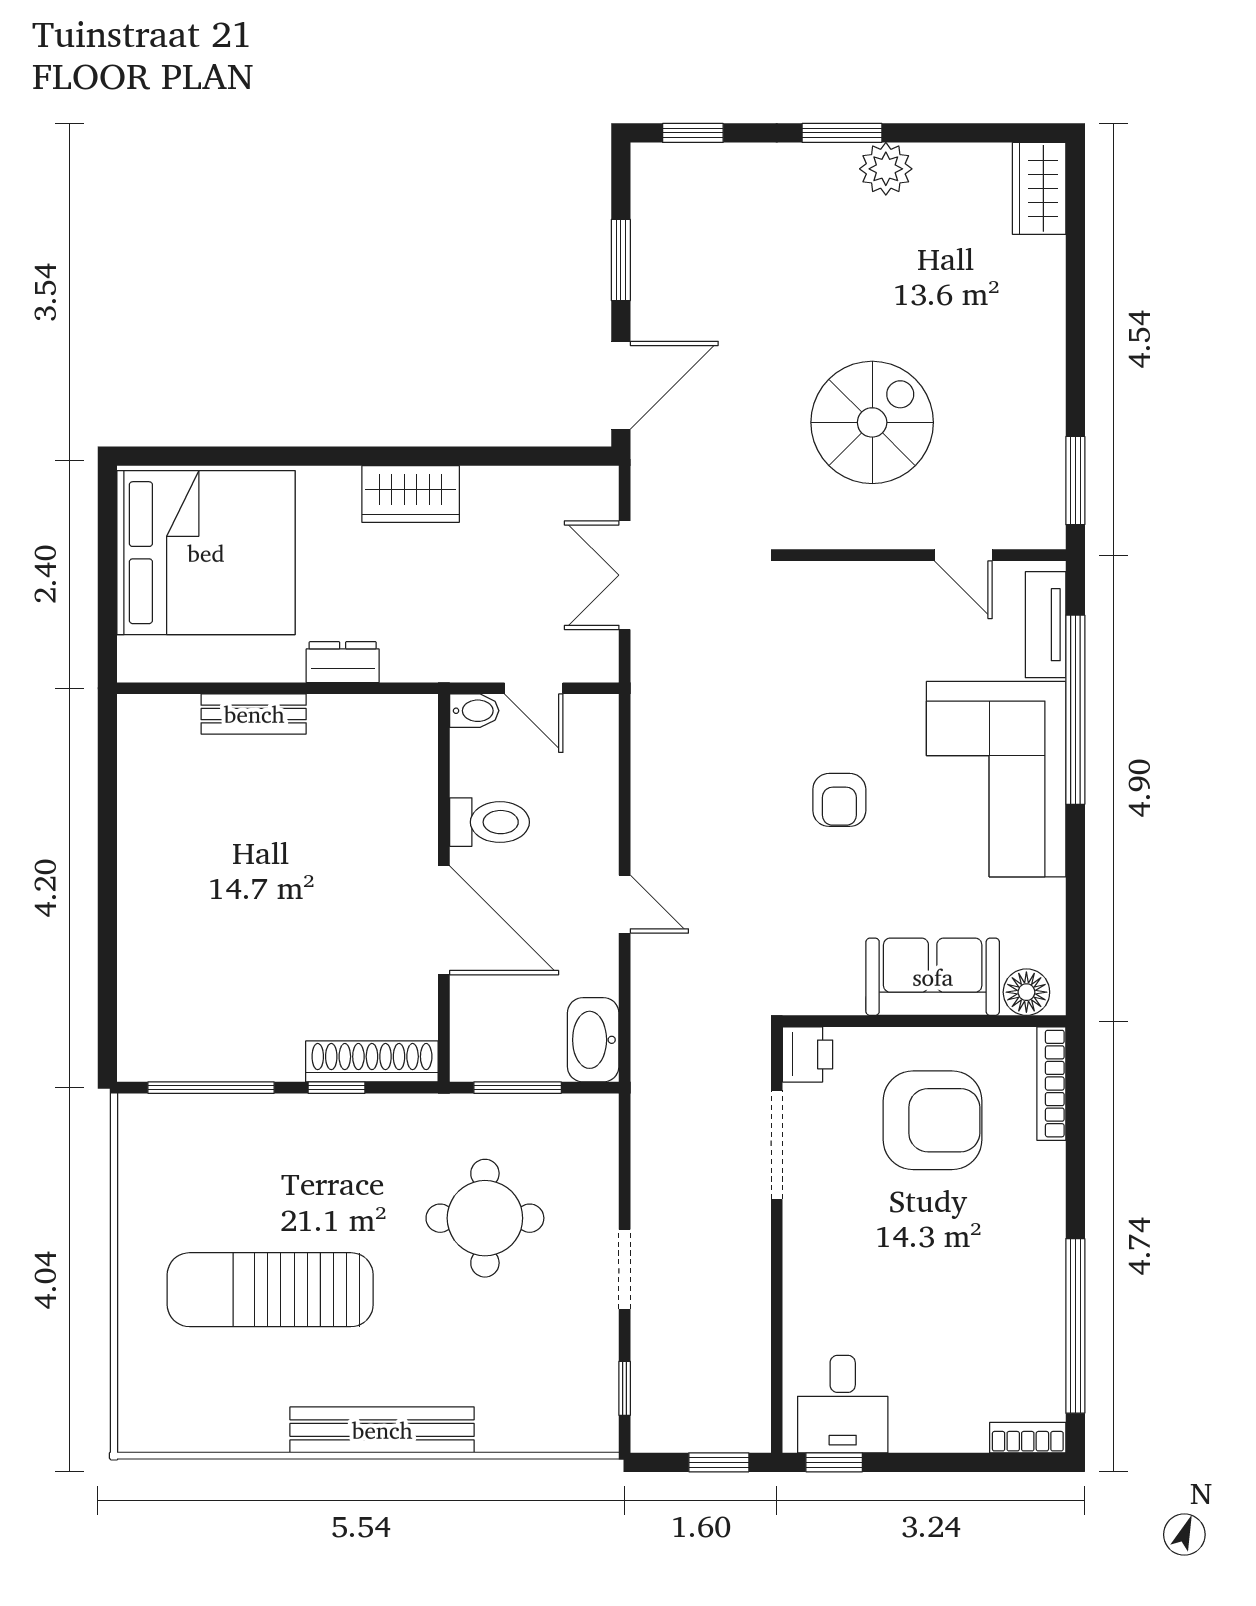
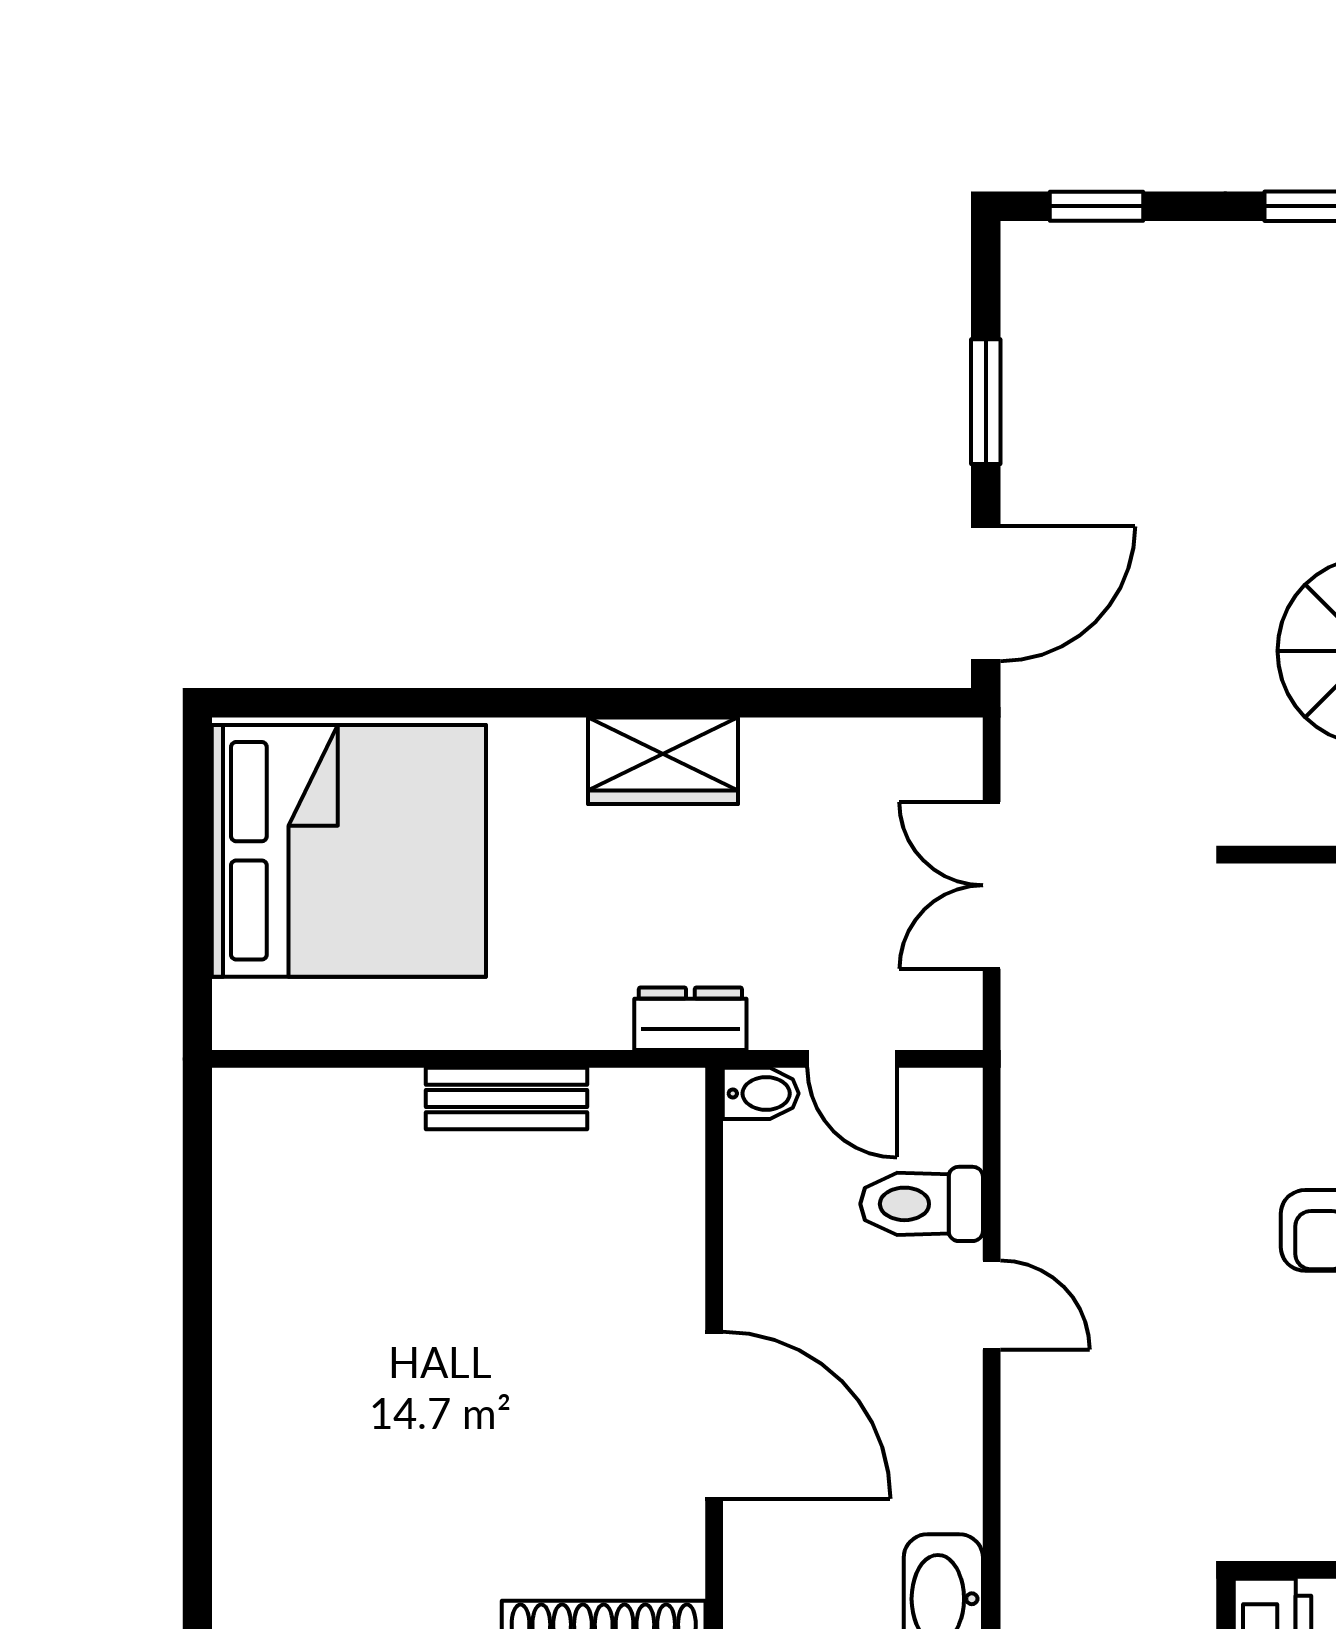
dresser: (343, 662) -> (690, 1019), moved
bench: (254, 714) -> (506, 1099), moved
toilet: (490, 822) -> (922, 1204), moved, turned 180
door: (625, 904) -> (992, 1305), moved

